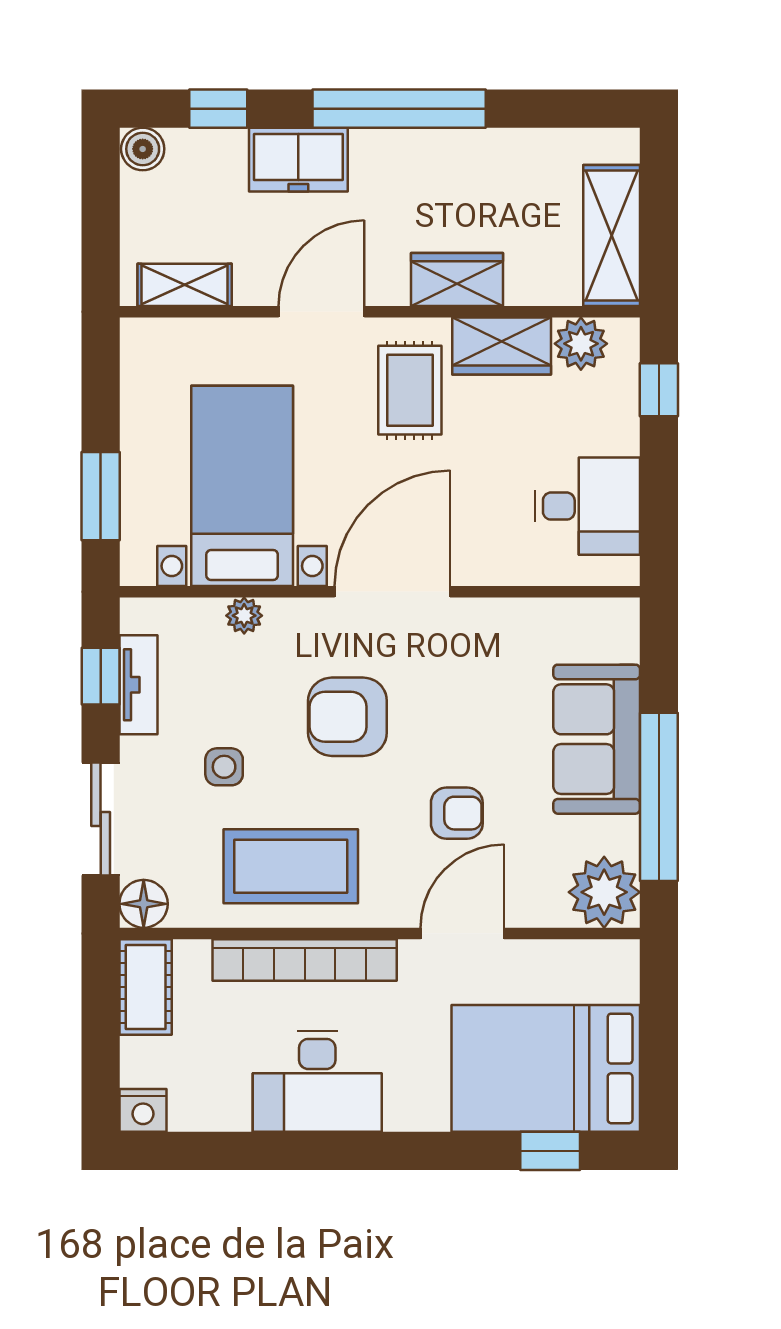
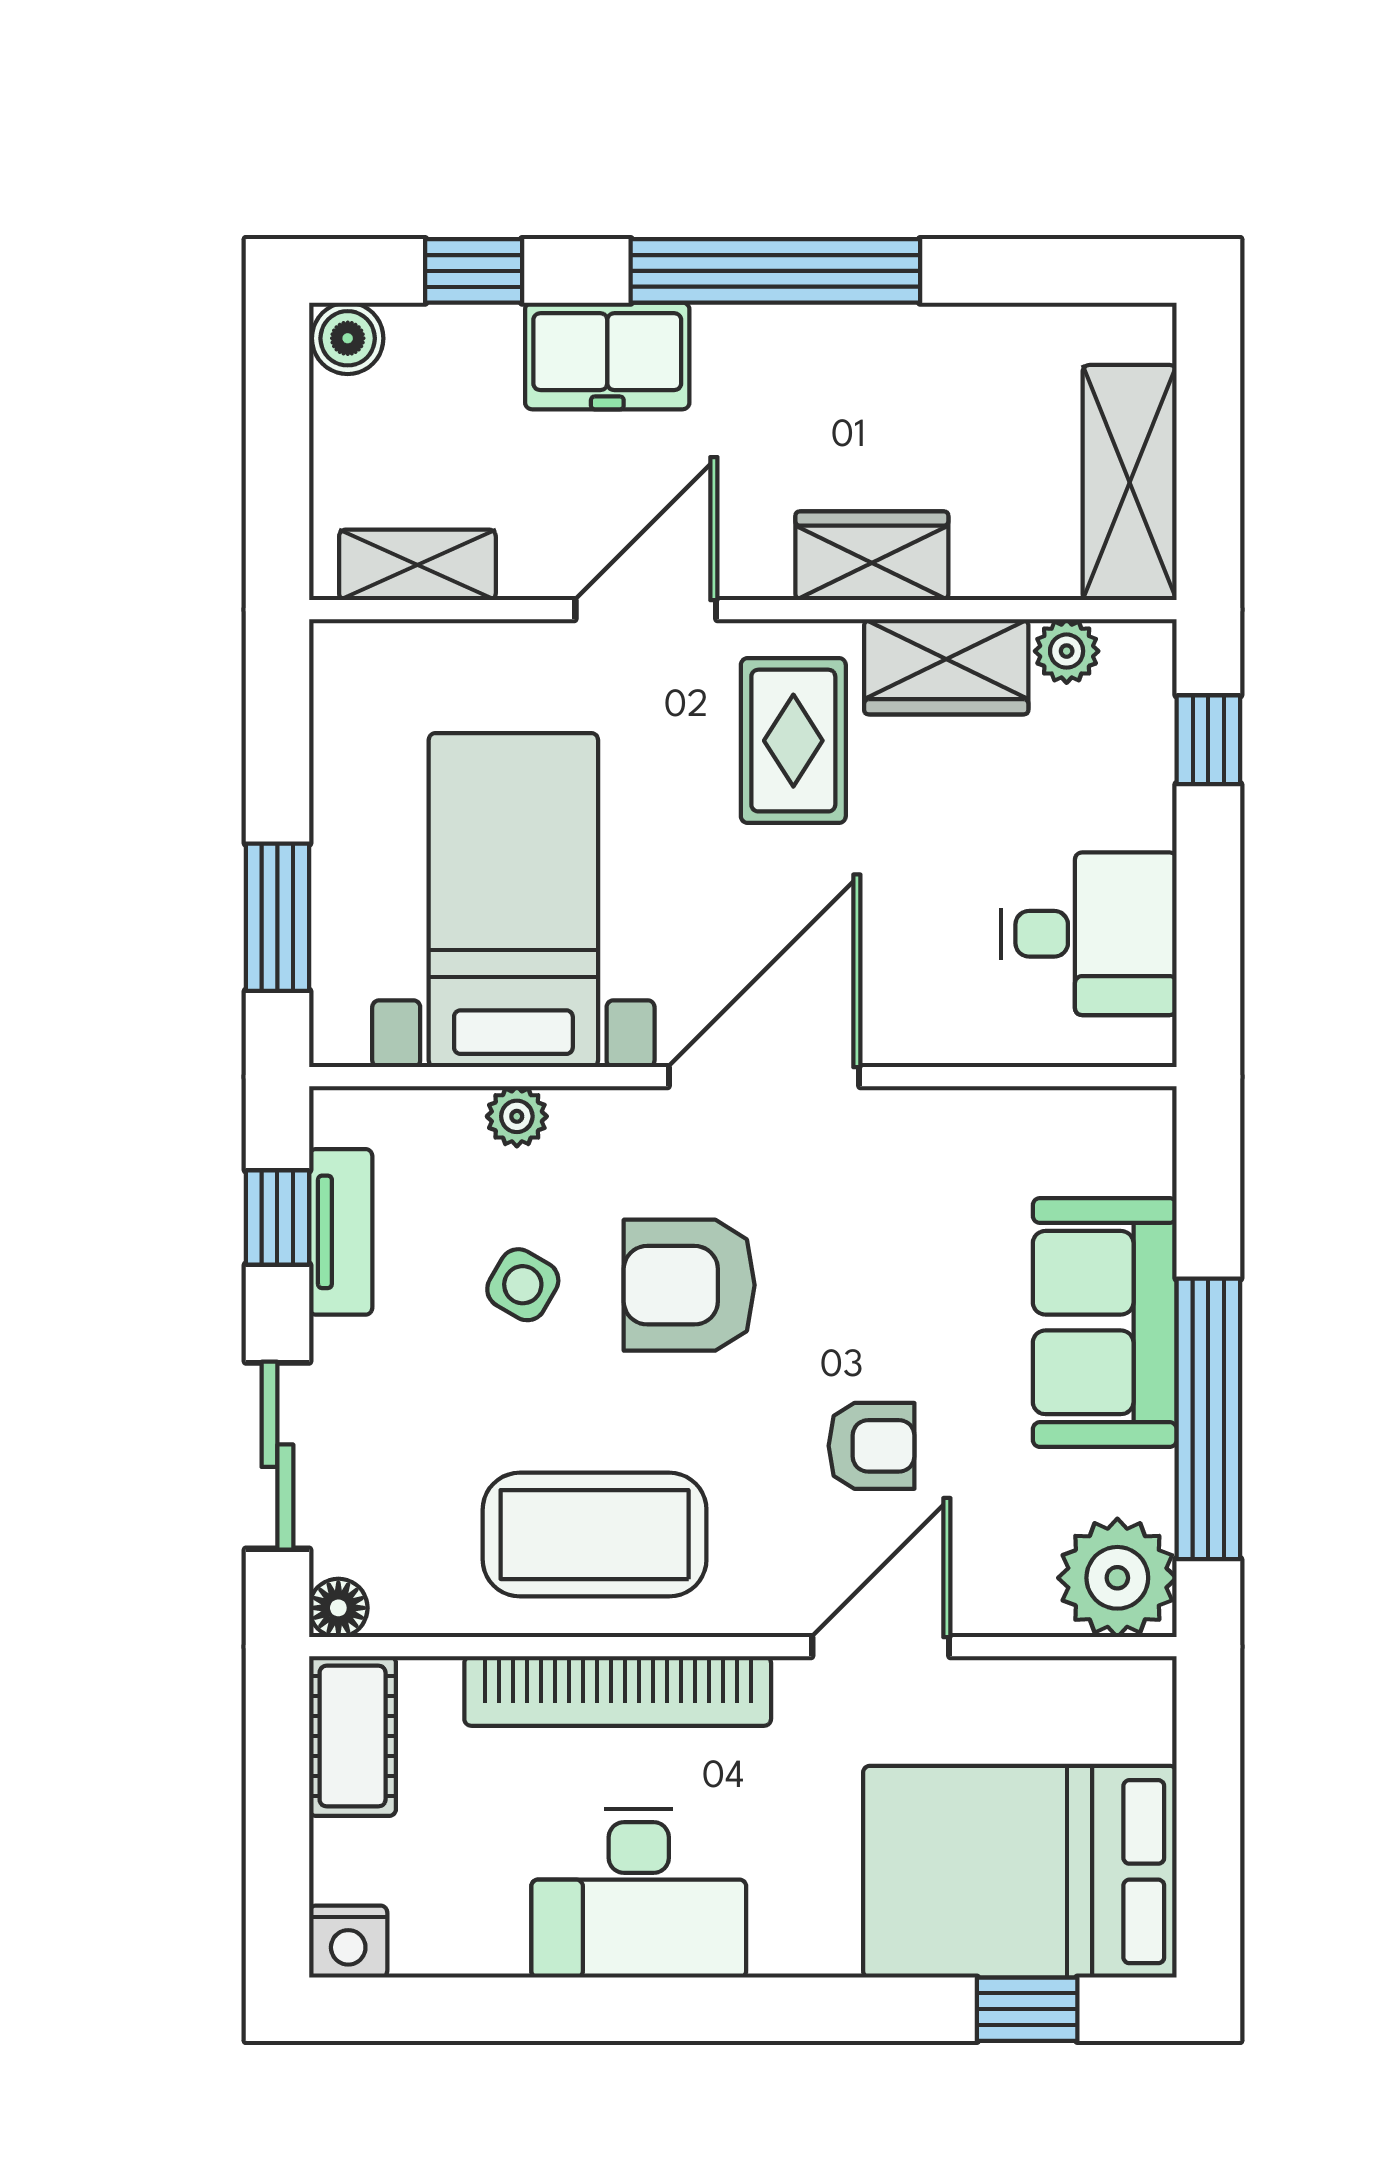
plant: (581, 344) -> (1067, 651), width x0.73, depth x0.73
side table: (224, 767) -> (523, 1285), moved, turned 30
floor lamp: (144, 904) -> (338, 1608), width x0.73, depth x0.73

